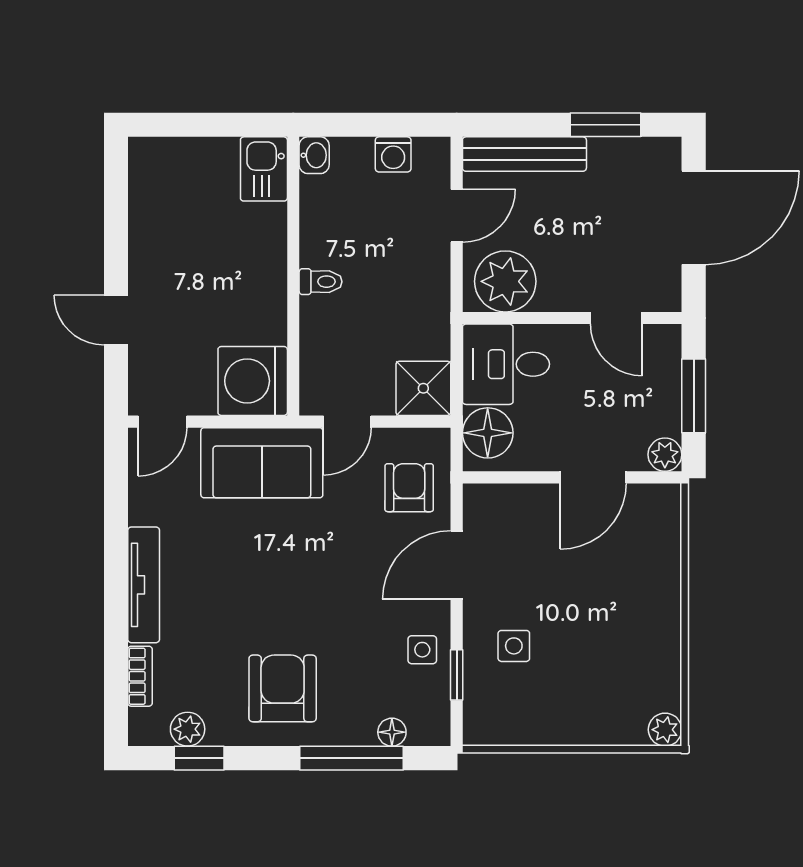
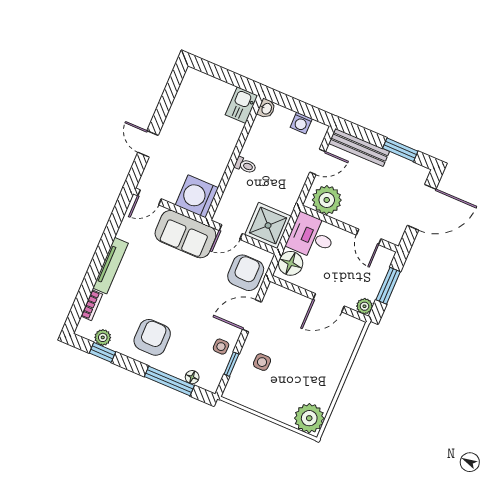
shower: (423, 388) -> (268, 225), width x1.36, depth x1.36
armchair: (409, 488) -> (246, 273), width x1.38, depth x1.38
plant: (665, 730) -> (309, 418), width x1.87, depth x1.87

